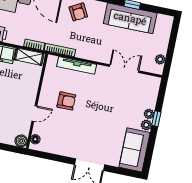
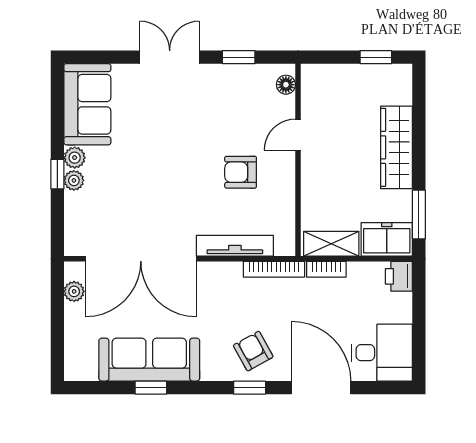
double door: (124, 69) -> (141, 259), width x1.87
boiler: (21, 141) -> (313, 76), removed
window: (56, 158) -> (239, 57), added

